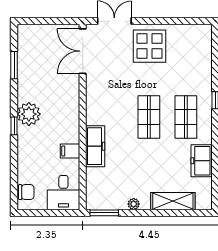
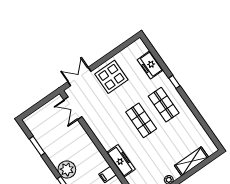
double door: (83, 51) -> (73, 108), width x0.73
freezer: (202, 161) -> (150, 65), moved

